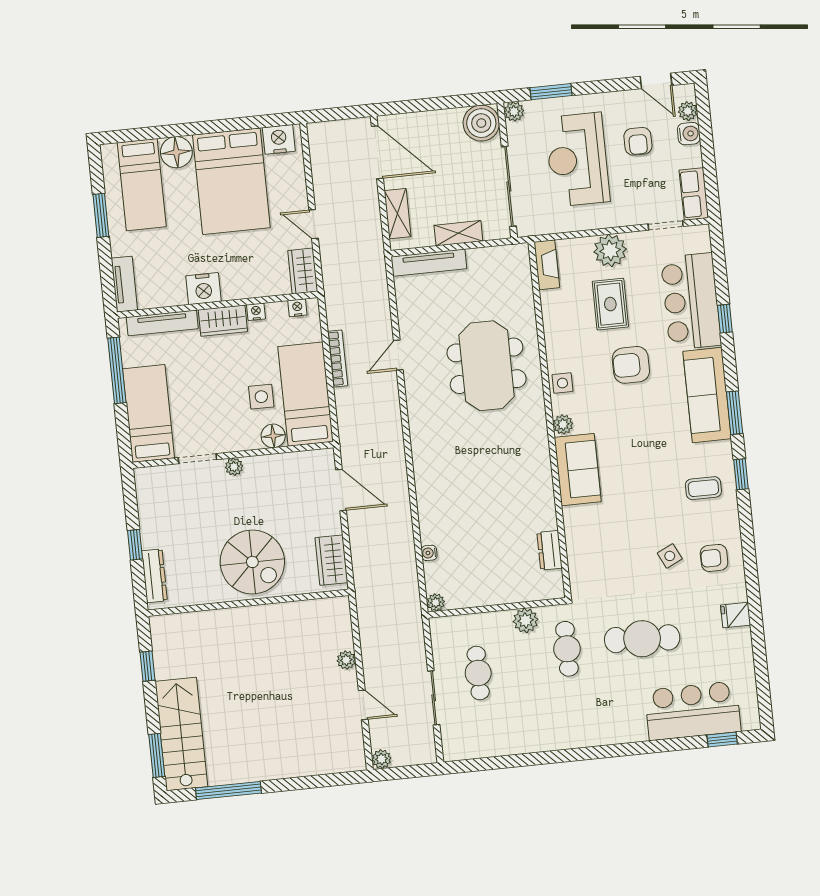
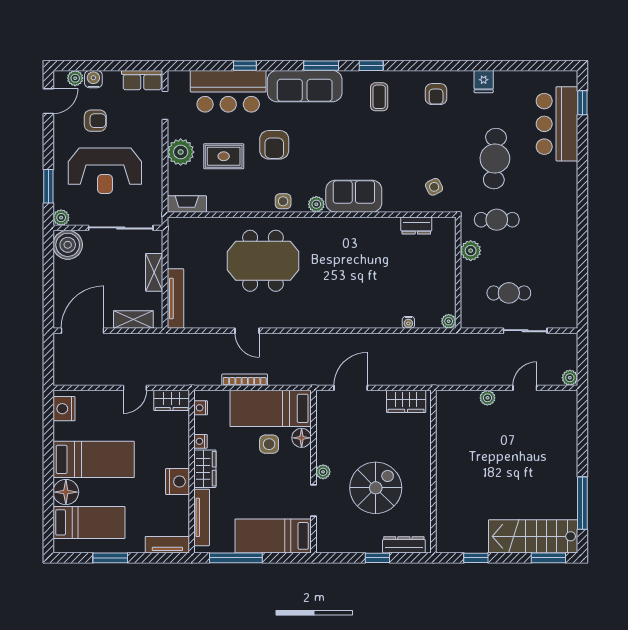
bed: (231, 181) -> (94, 459), width x0.67
side table: (670, 556) -> (434, 187), moved
spiral stairs: (252, 562) -> (376, 488), moved

